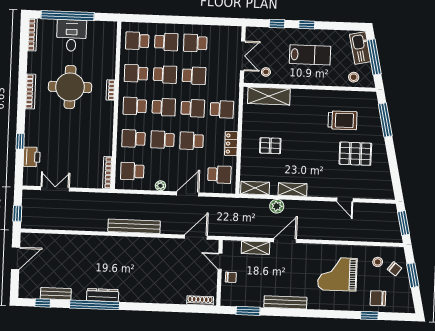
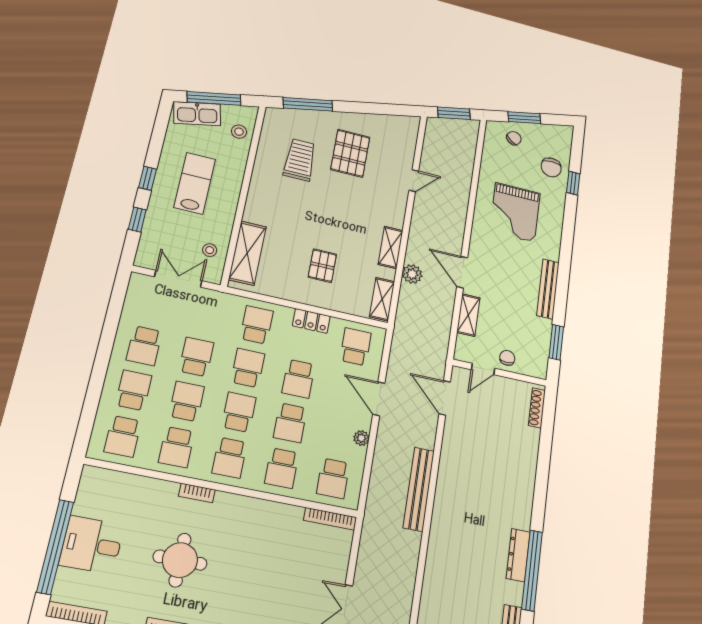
round table: (70, 87) -> (180, 560), width x0.73, depth x0.73
stool: (378, 262) -> (503, 157), removed

